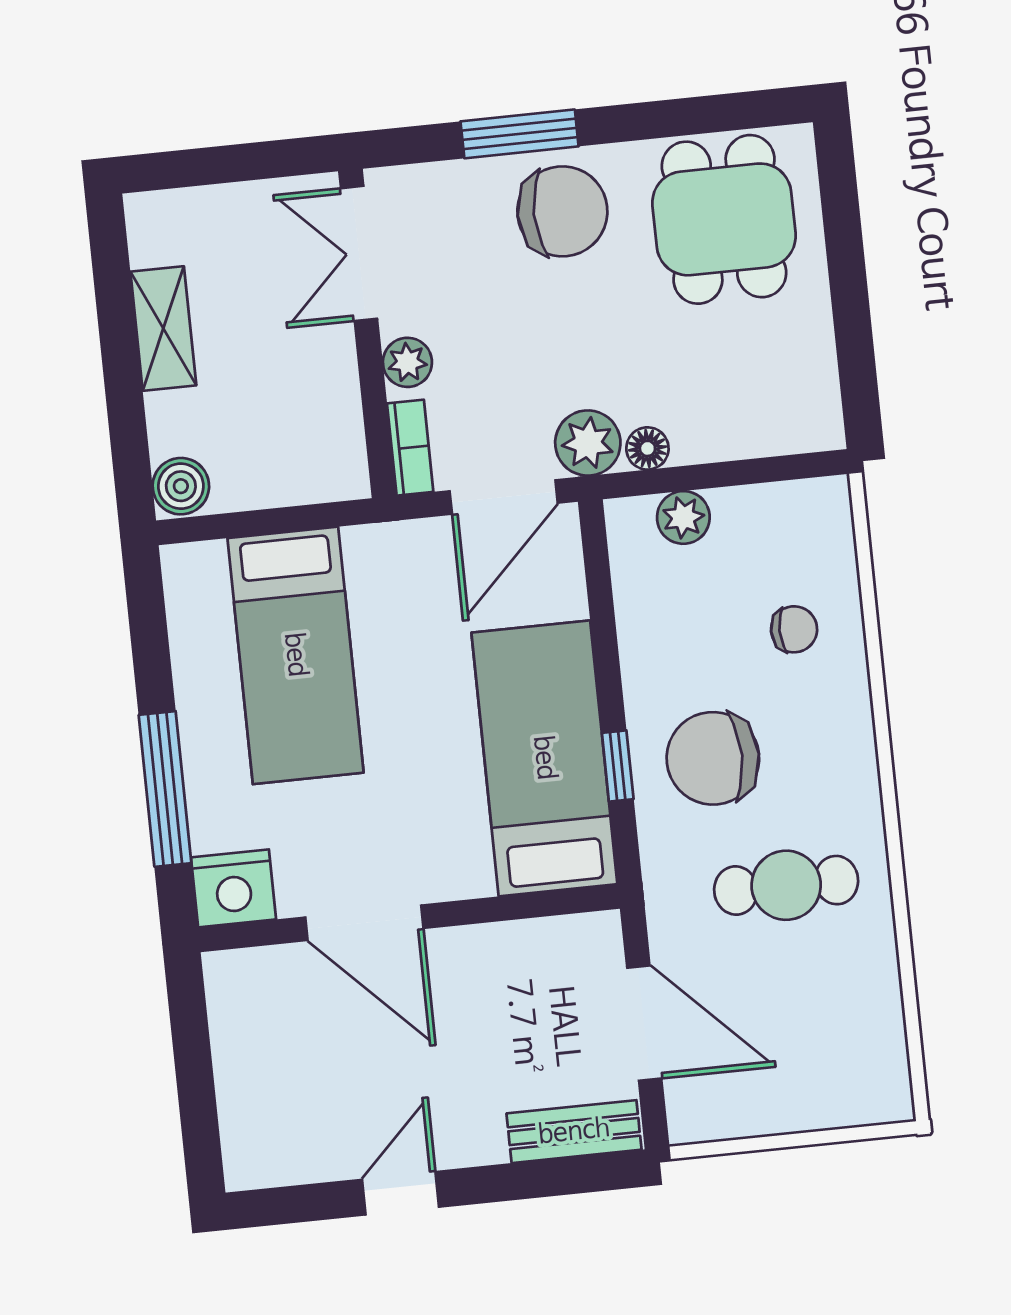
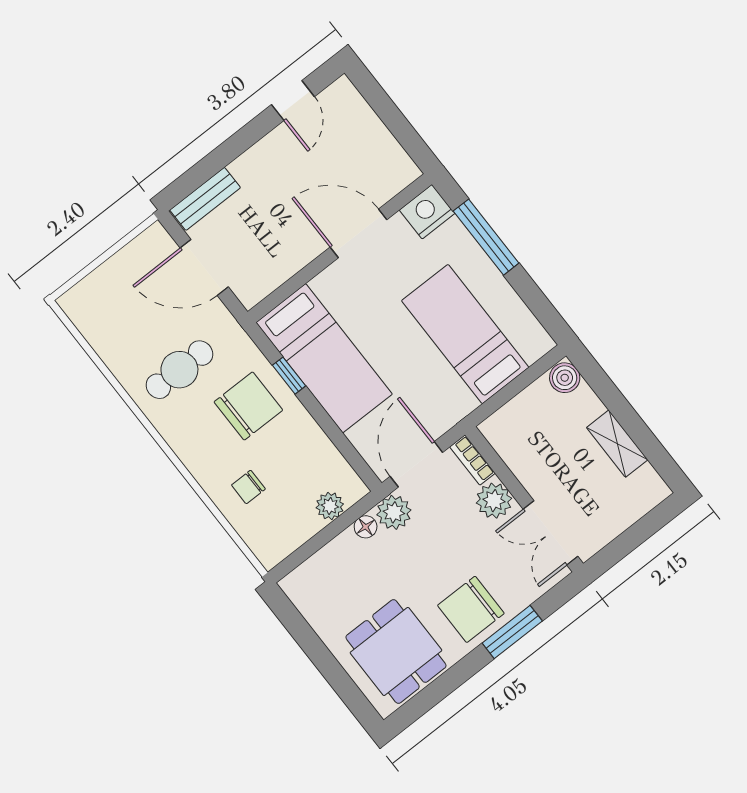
double door: (359, 253) -> (550, 533), swing flipped
plant: (407, 362) -> (494, 501), width x1.38, depth x1.38
door: (401, 1193) -> (293, 101), moved

